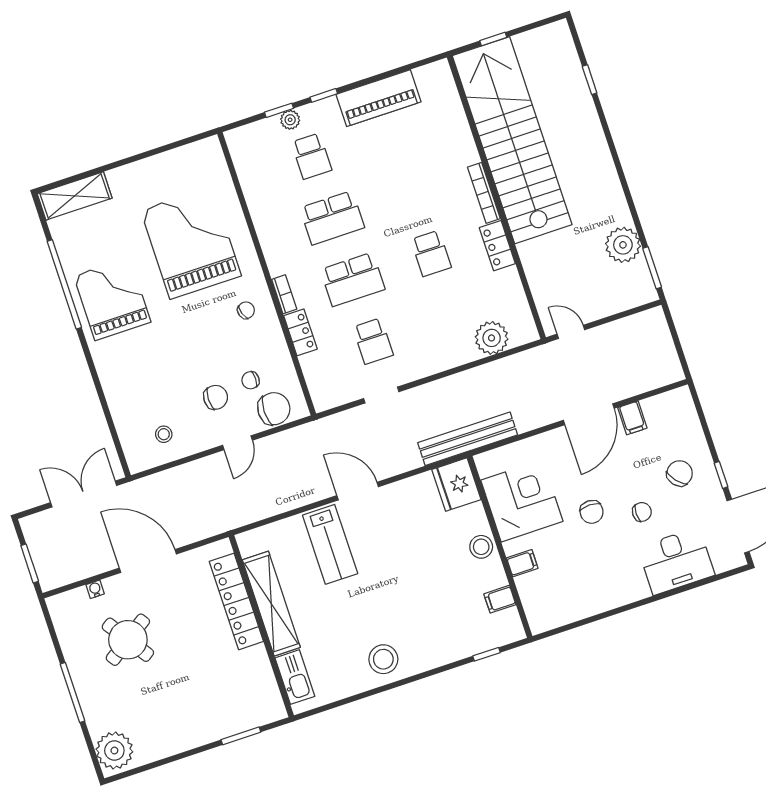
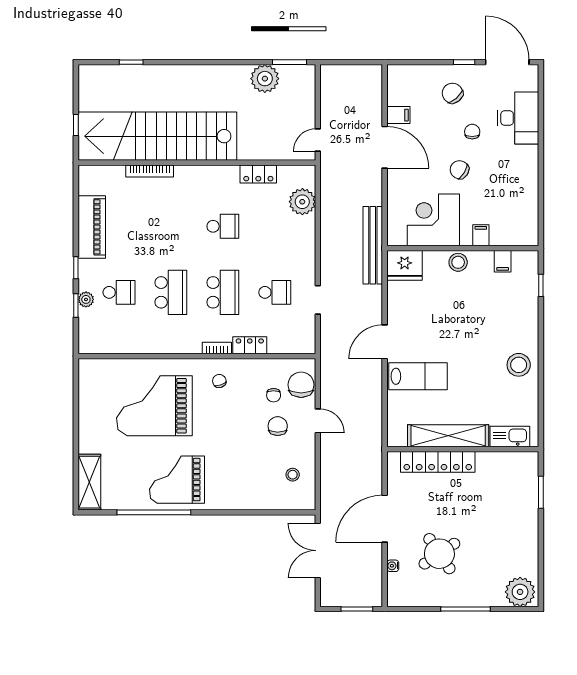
bookcase: (484, 193) -> (150, 171), moved
locker: (497, 246) -> (258, 174), moved
chair: (592, 512) -> (459, 170), turned -149

